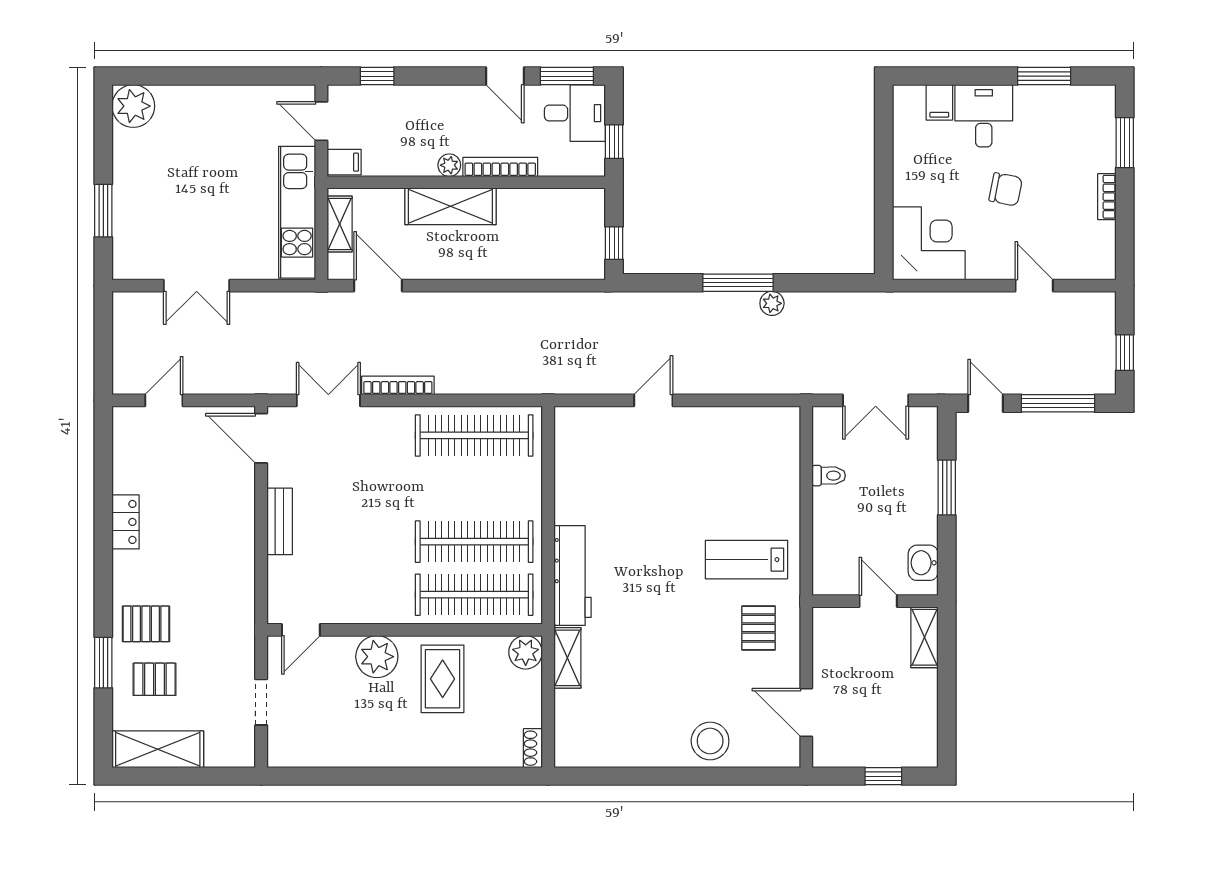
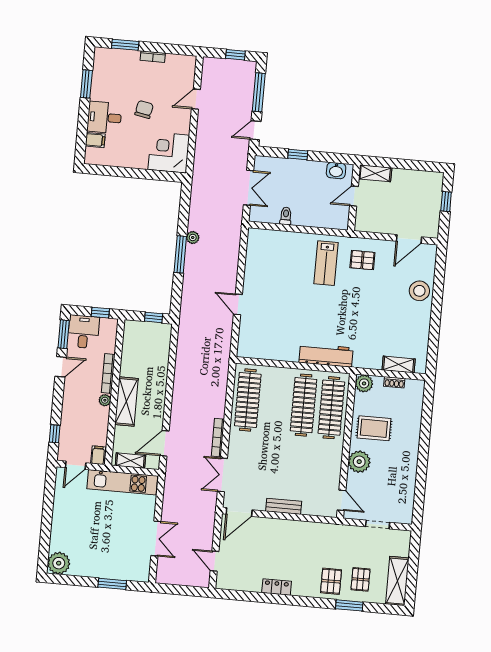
window: (947, 488) -> (298, 155), width x0.67
shelving: (567, 658) -> (399, 364), moved
shoe rack: (533, 748) -> (394, 382), moved

